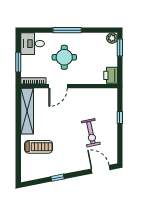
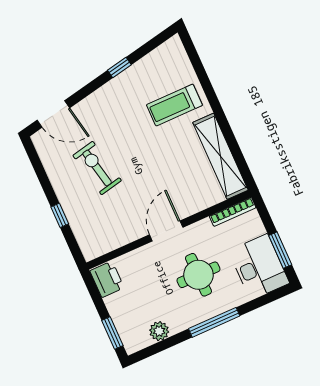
plant: (112, 38) -> (159, 331), moved
desk: (33, 44) -> (259, 267), width x1.37
window: (18, 62) -> (280, 250), moved
door: (58, 86) -> (166, 231), moved

